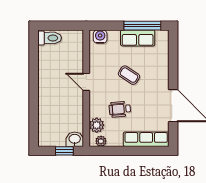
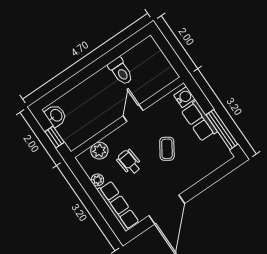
toilet: (50, 38) -> (121, 71), moved
row of seats: (138, 38) -> (199, 121), moved
washbasin: (75, 139) -> (56, 116), moved
plant: (101, 141) -> (97, 180), moved

